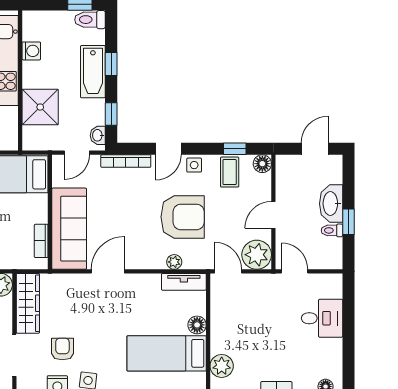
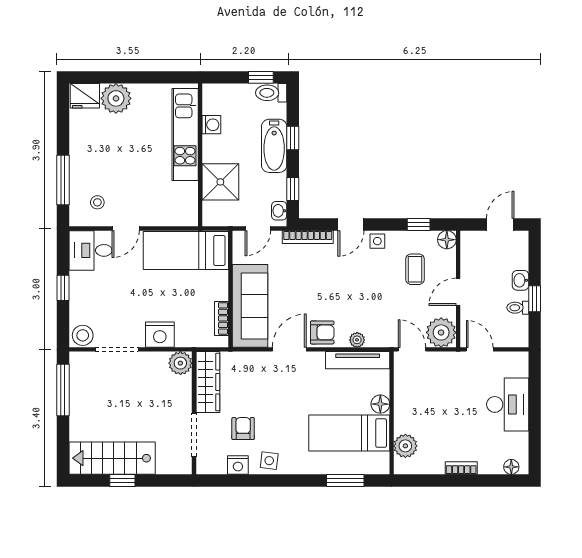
coffee table: (230, 172) -> (415, 269), moved
washbasin: (331, 204) -> (521, 280), width x0.52, depth x0.69
armchair: (183, 217) -> (322, 332), moved, width x0.53, depth x0.53
tv unit: (184, 282) -> (358, 360), width x1.41
desk: (322, 318) -> (508, 404), width x1.37

